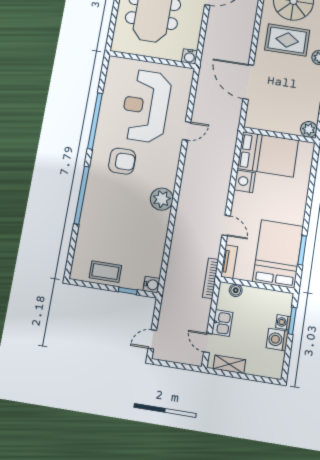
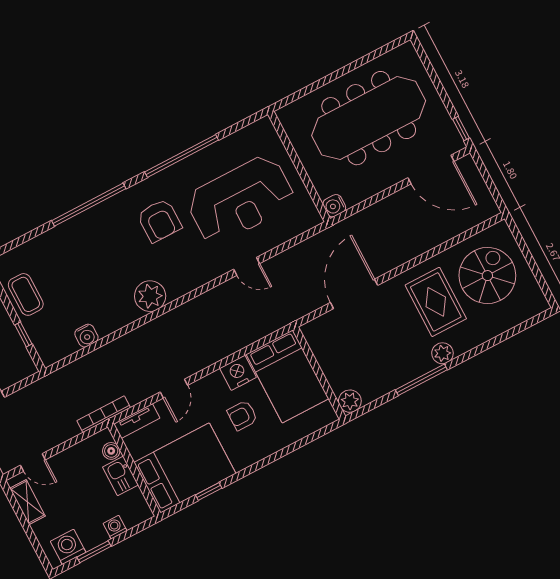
reception desk: (146, 106) -> (241, 200), turned 180
armchair: (271, 197) -> (242, 415), added
window: (302, 250) -> (209, 492), width x0.67
water cooler: (151, 285) -> (86, 336), moved
window: (292, 321) -> (94, 552), moved
kitchen sink: (222, 323) -> (120, 476), moved, turned 90
washing machine: (277, 340) -> (68, 547), moved
door: (208, 343) -> (33, 463), swing flipped

